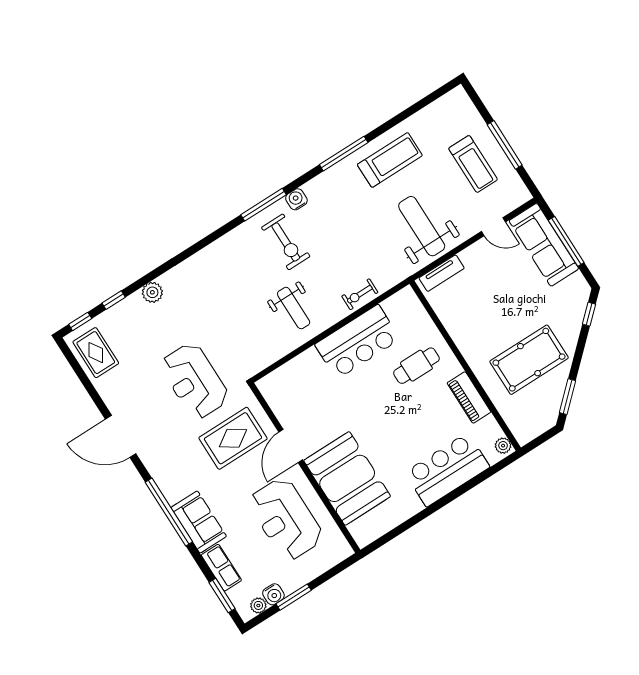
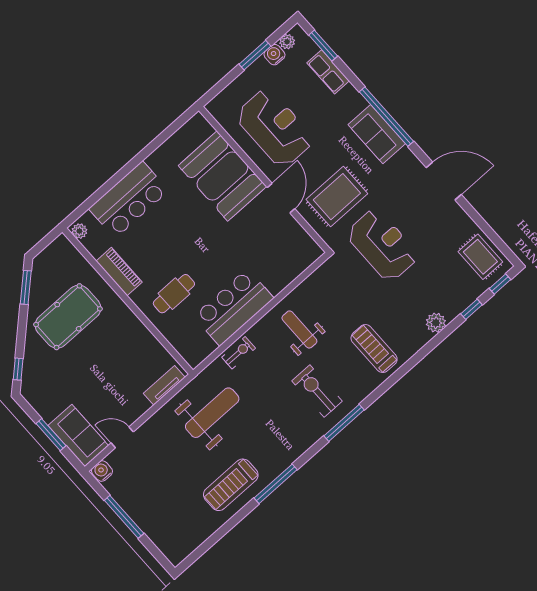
treadmill: (473, 164) -> (374, 349), moved
water cooler: (296, 199) -> (102, 471), moved, turned 180
weight bench: (422, 226) -> (212, 413), moved, turned -90
window: (566, 241) -> (51, 435), width x0.69
sofa: (544, 245) -> (78, 435), width x0.73
sofa: (199, 522) -> (377, 134), moved

